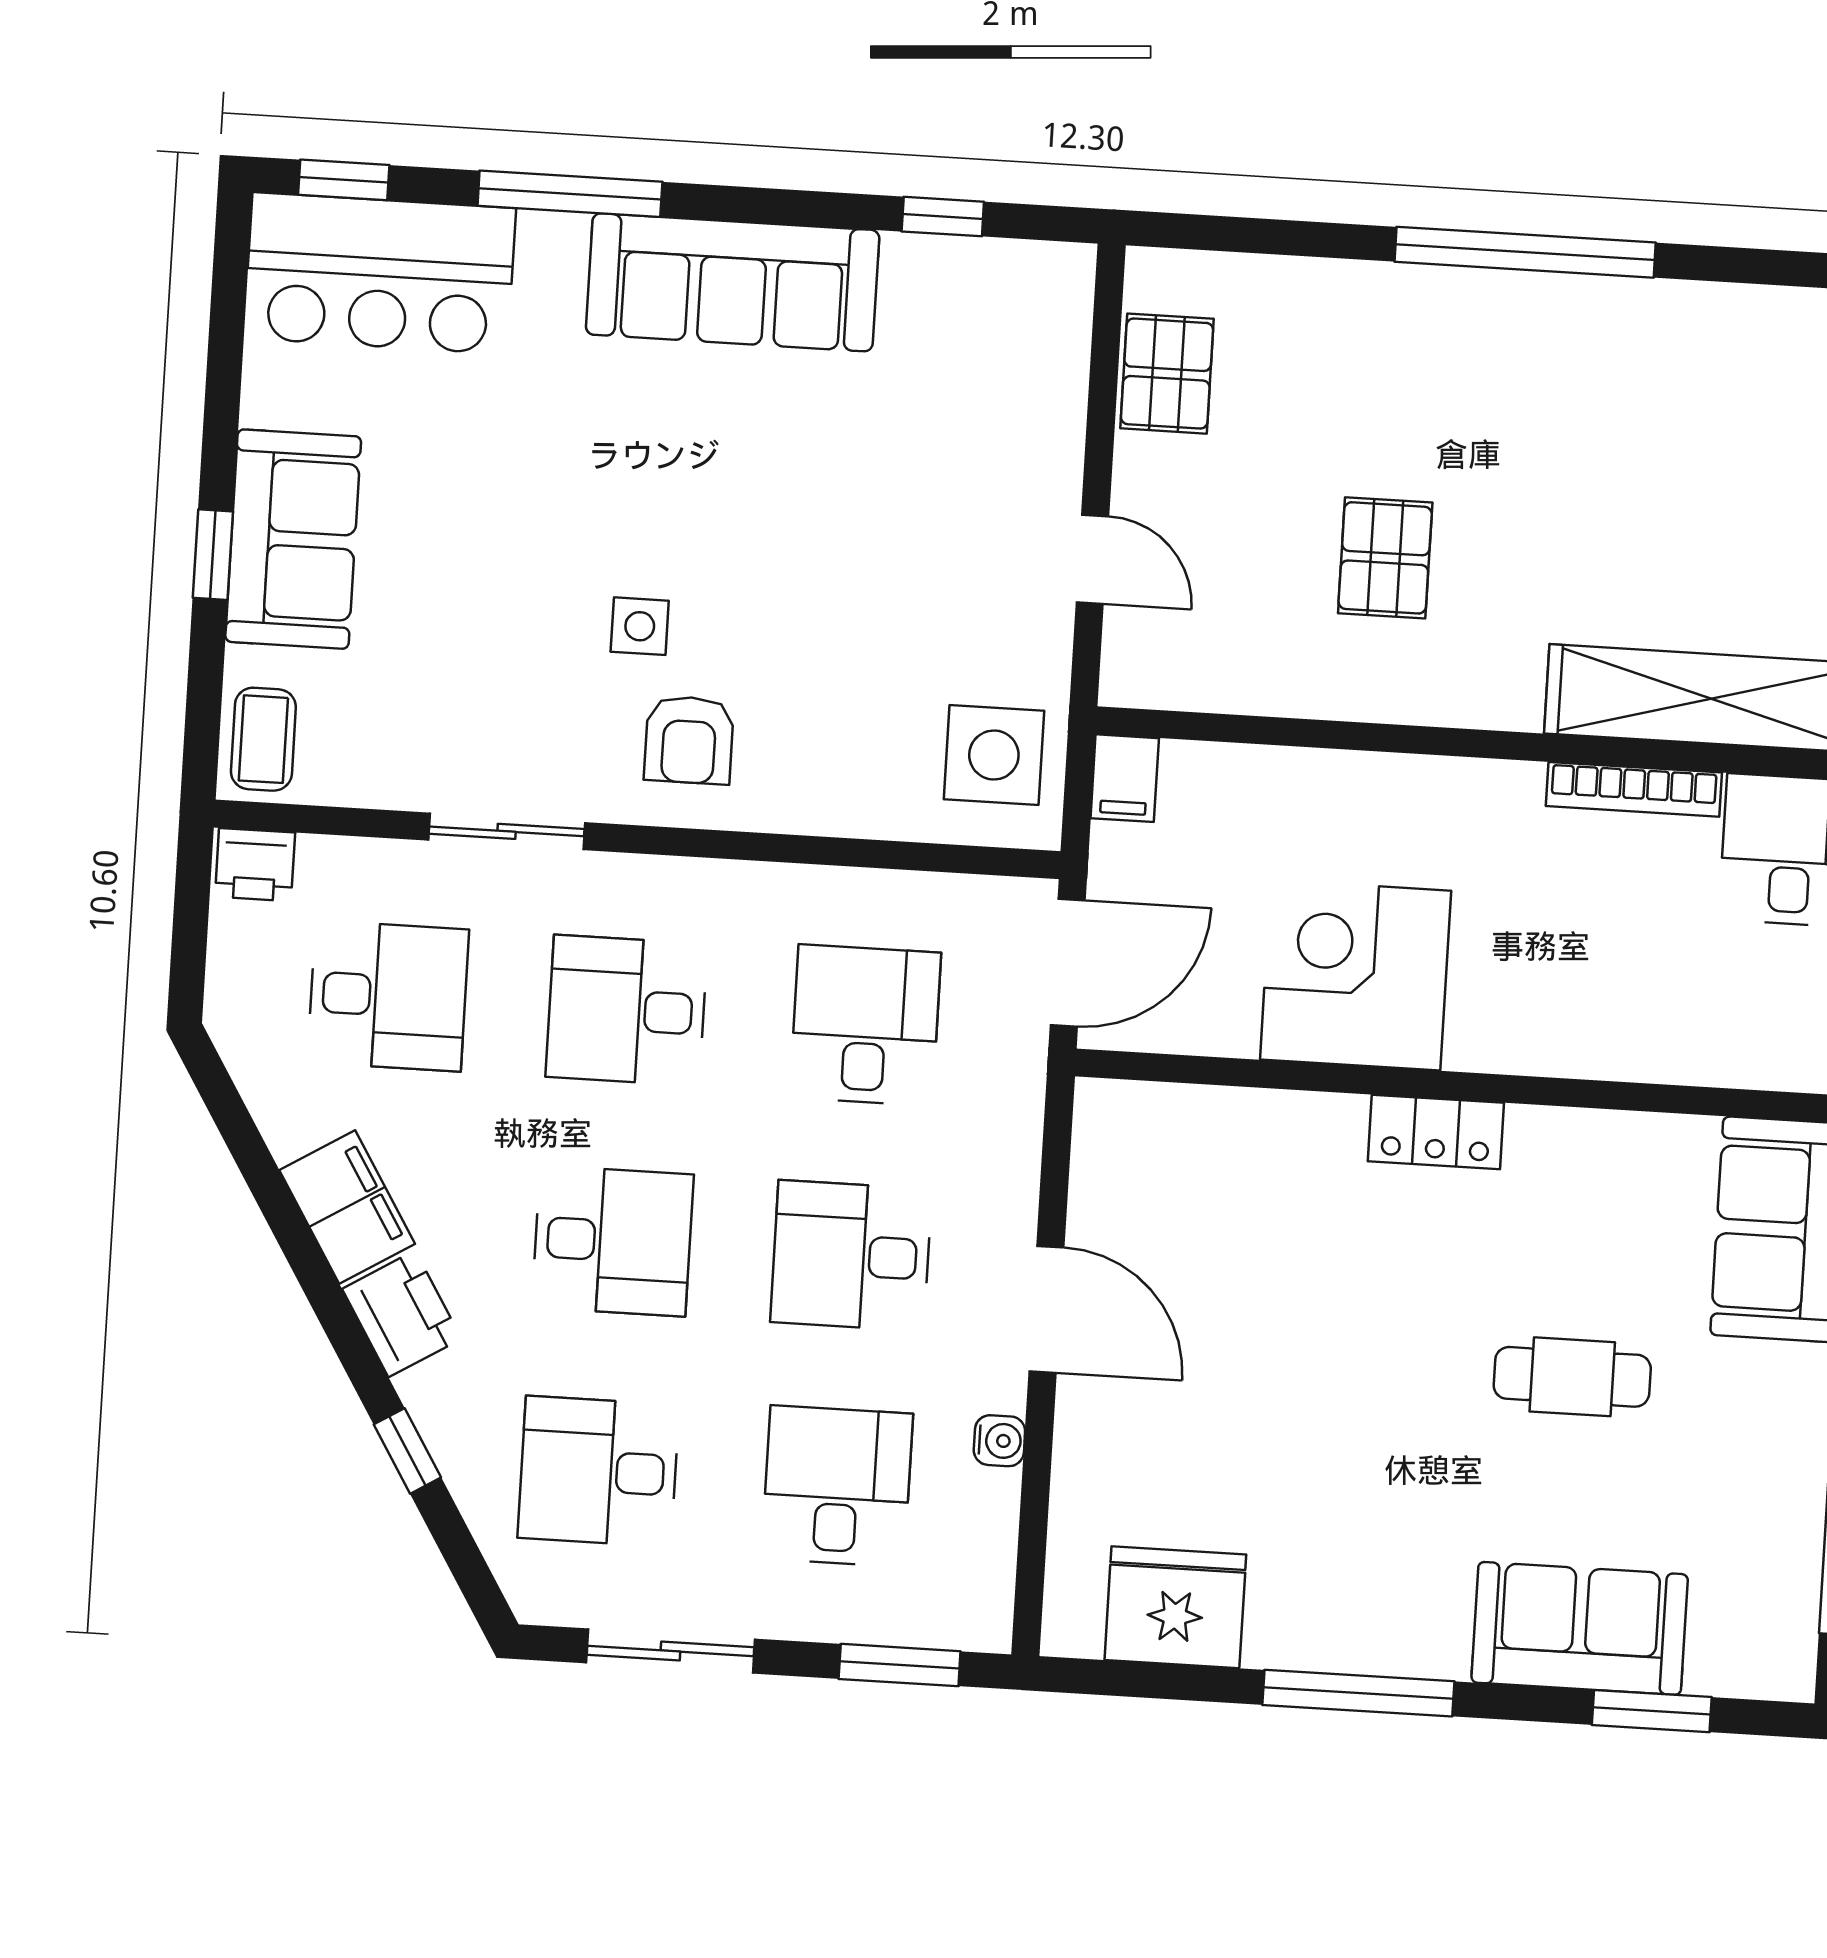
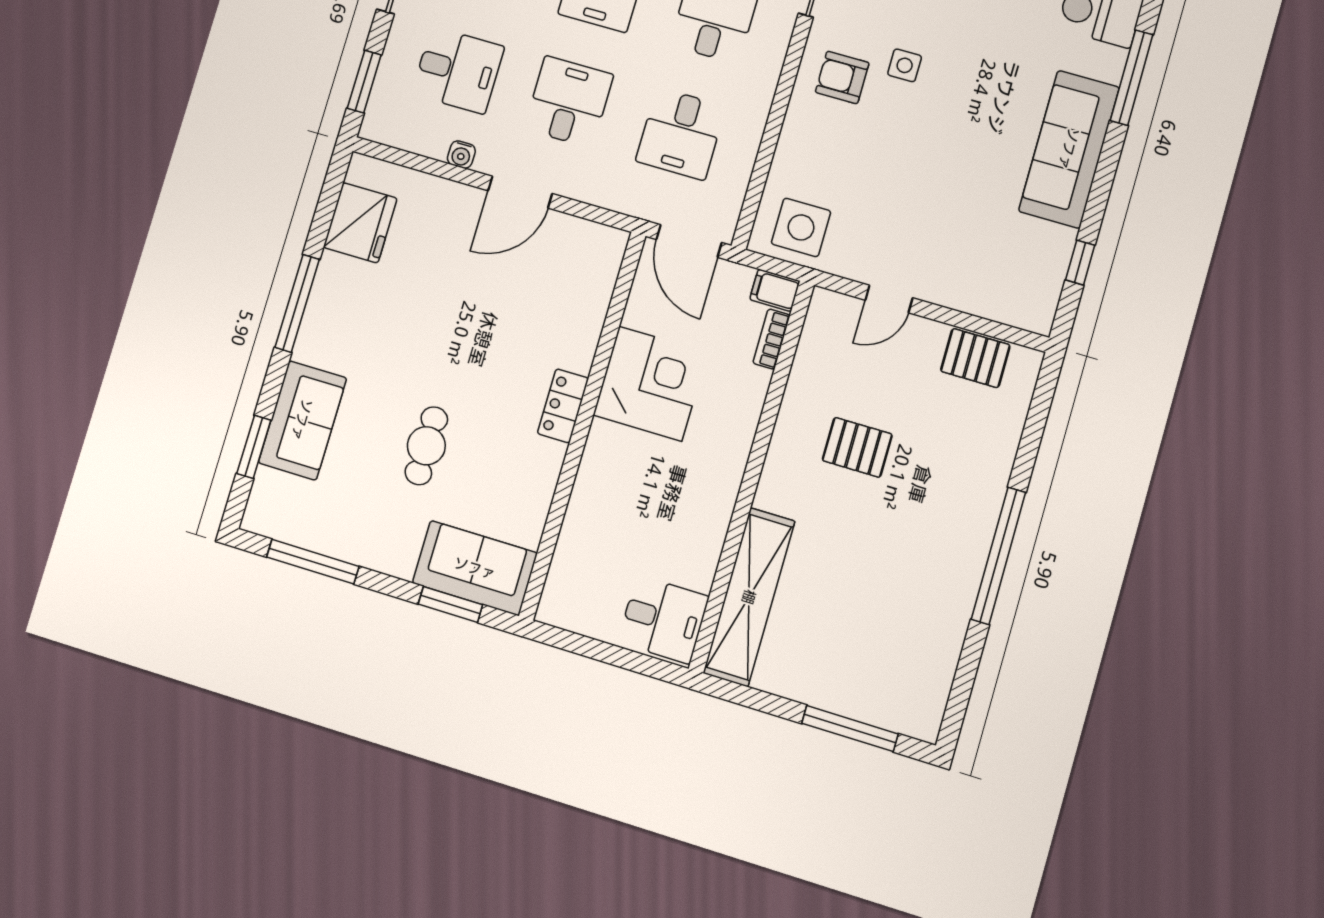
bookcase: (1634, 789) -> (772, 339), moved, width x0.64
desk: (865, 1025) -> (681, 134), turned 90

